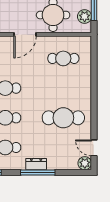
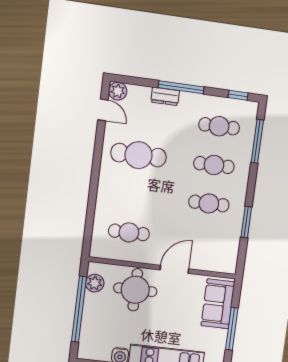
dresser: (36, 164) -> (165, 96), moved

